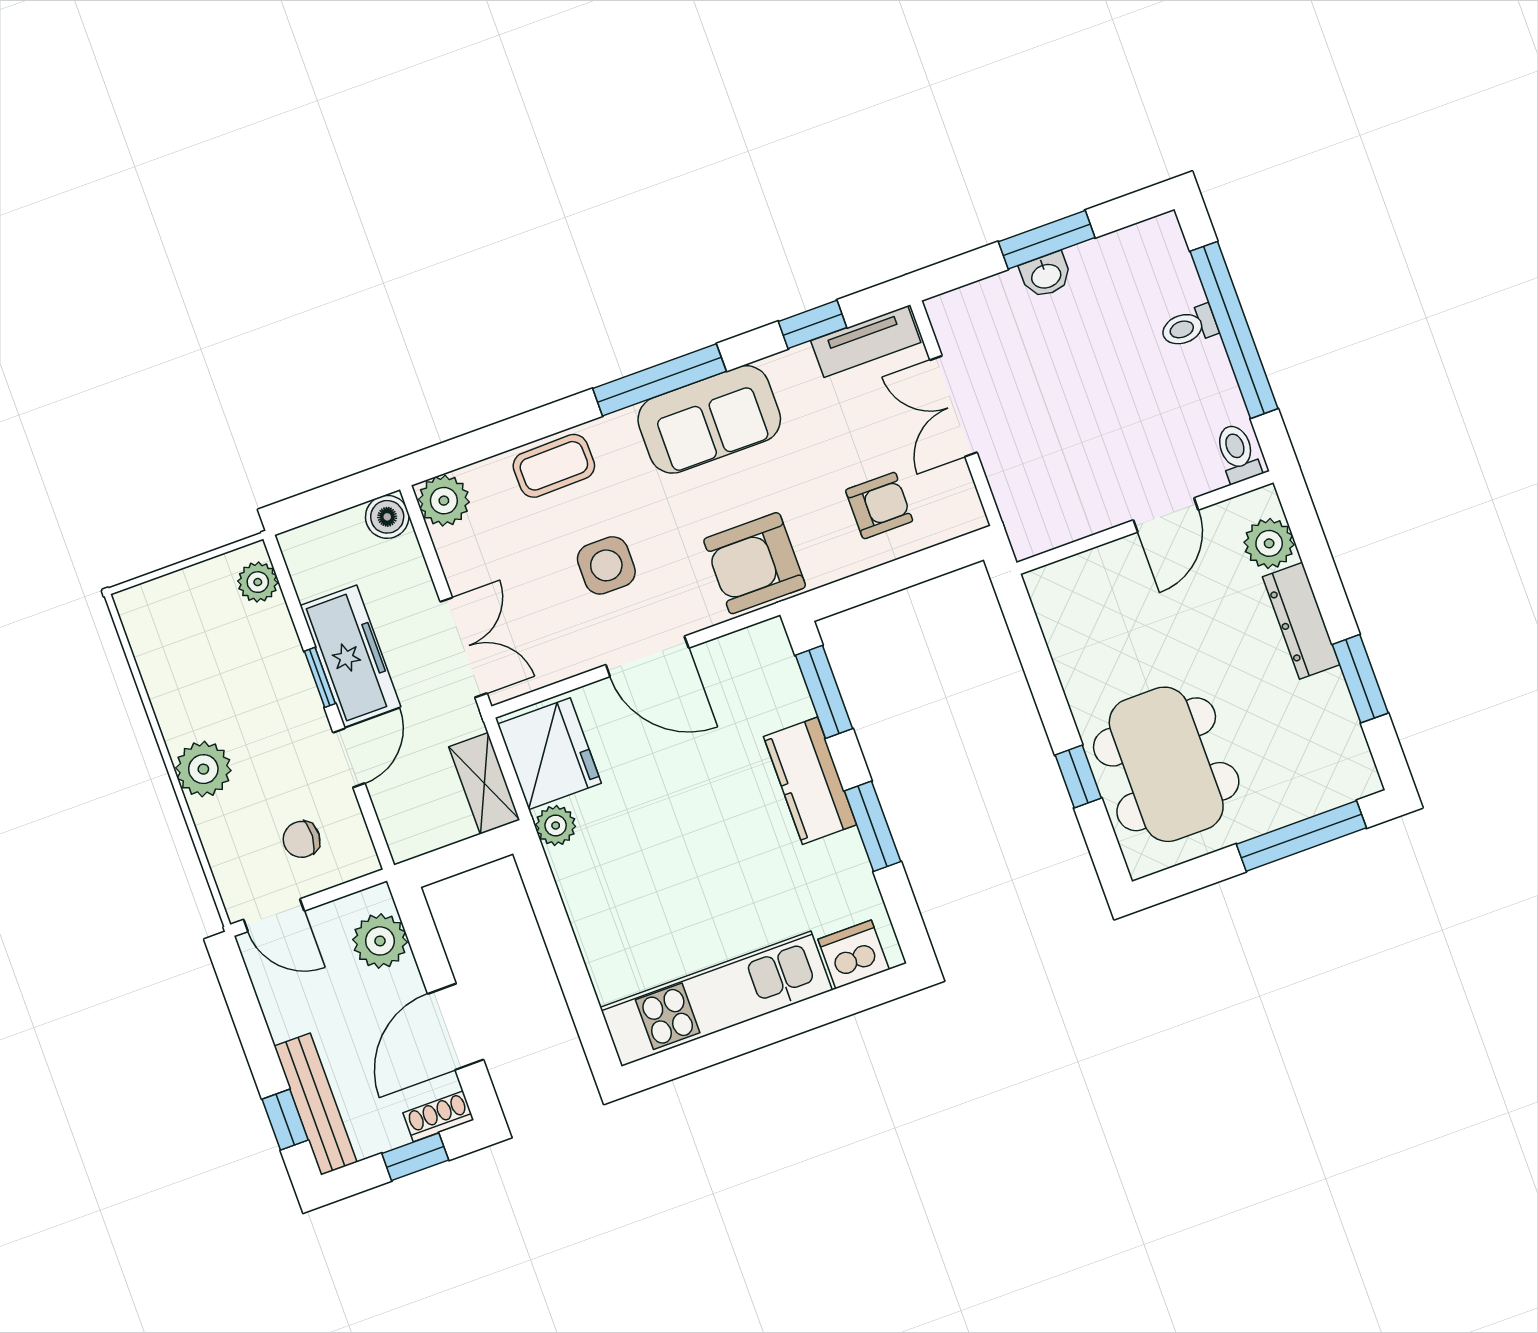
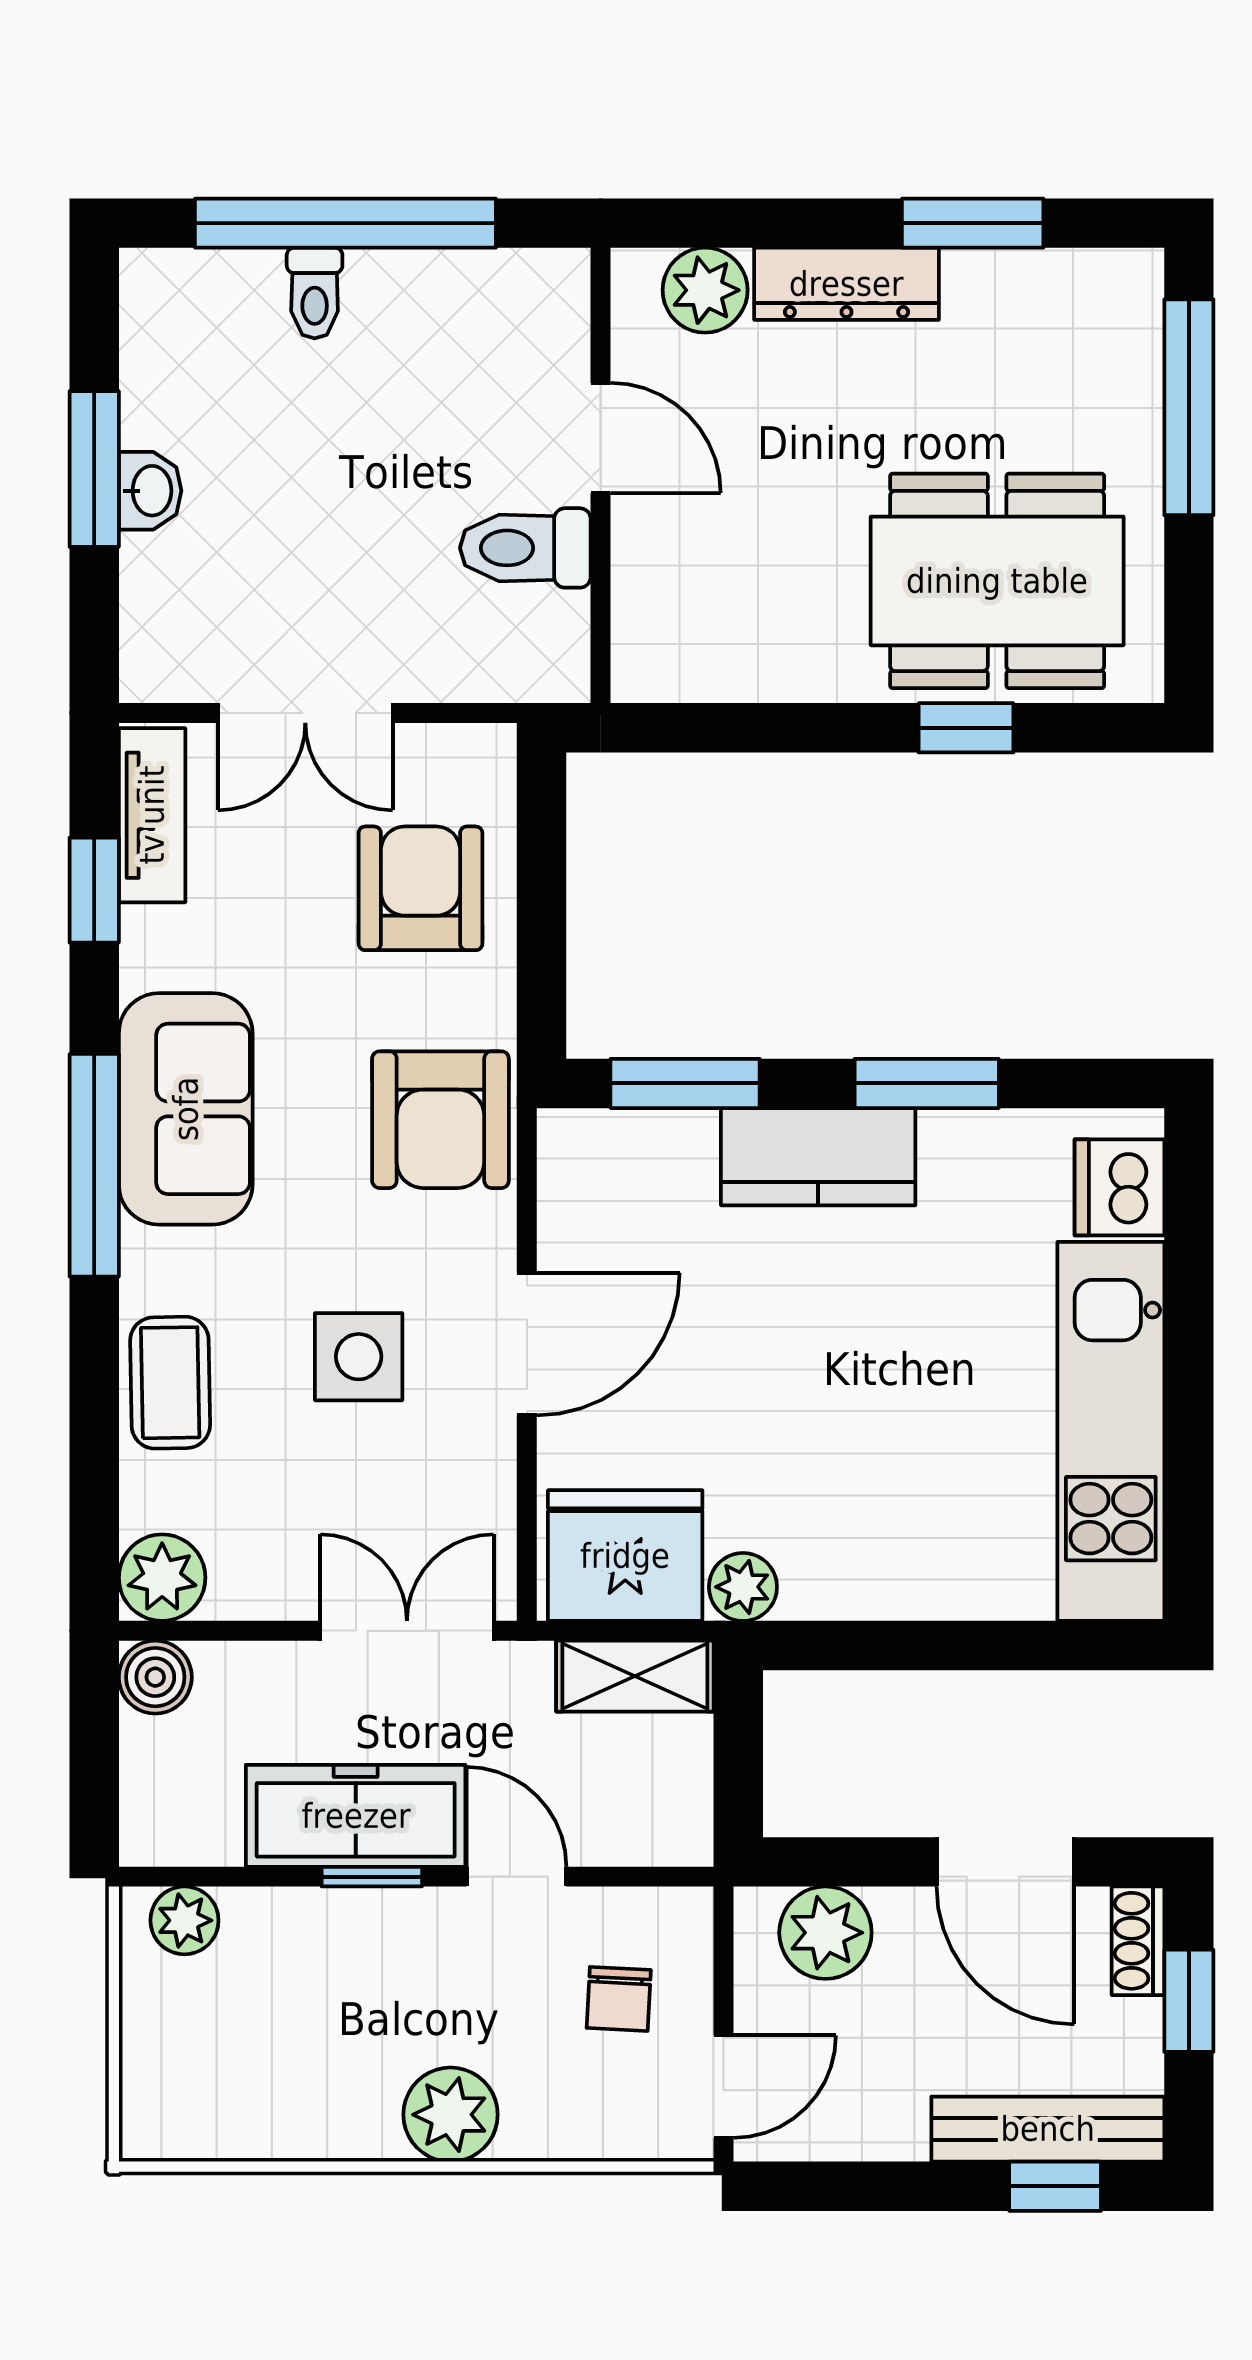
toilet: (1238, 453) -> (525, 548), moved, width x1.37, depth x1.39
armchair: (879, 506) -> (420, 888), width x1.38, depth x1.38

